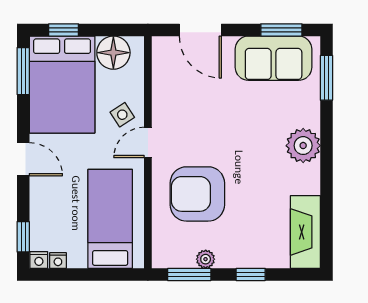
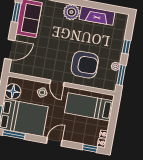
armchair: (197, 194) -> (85, 65), turned -90
fireplace: (305, 232) -> (97, 16), moved

